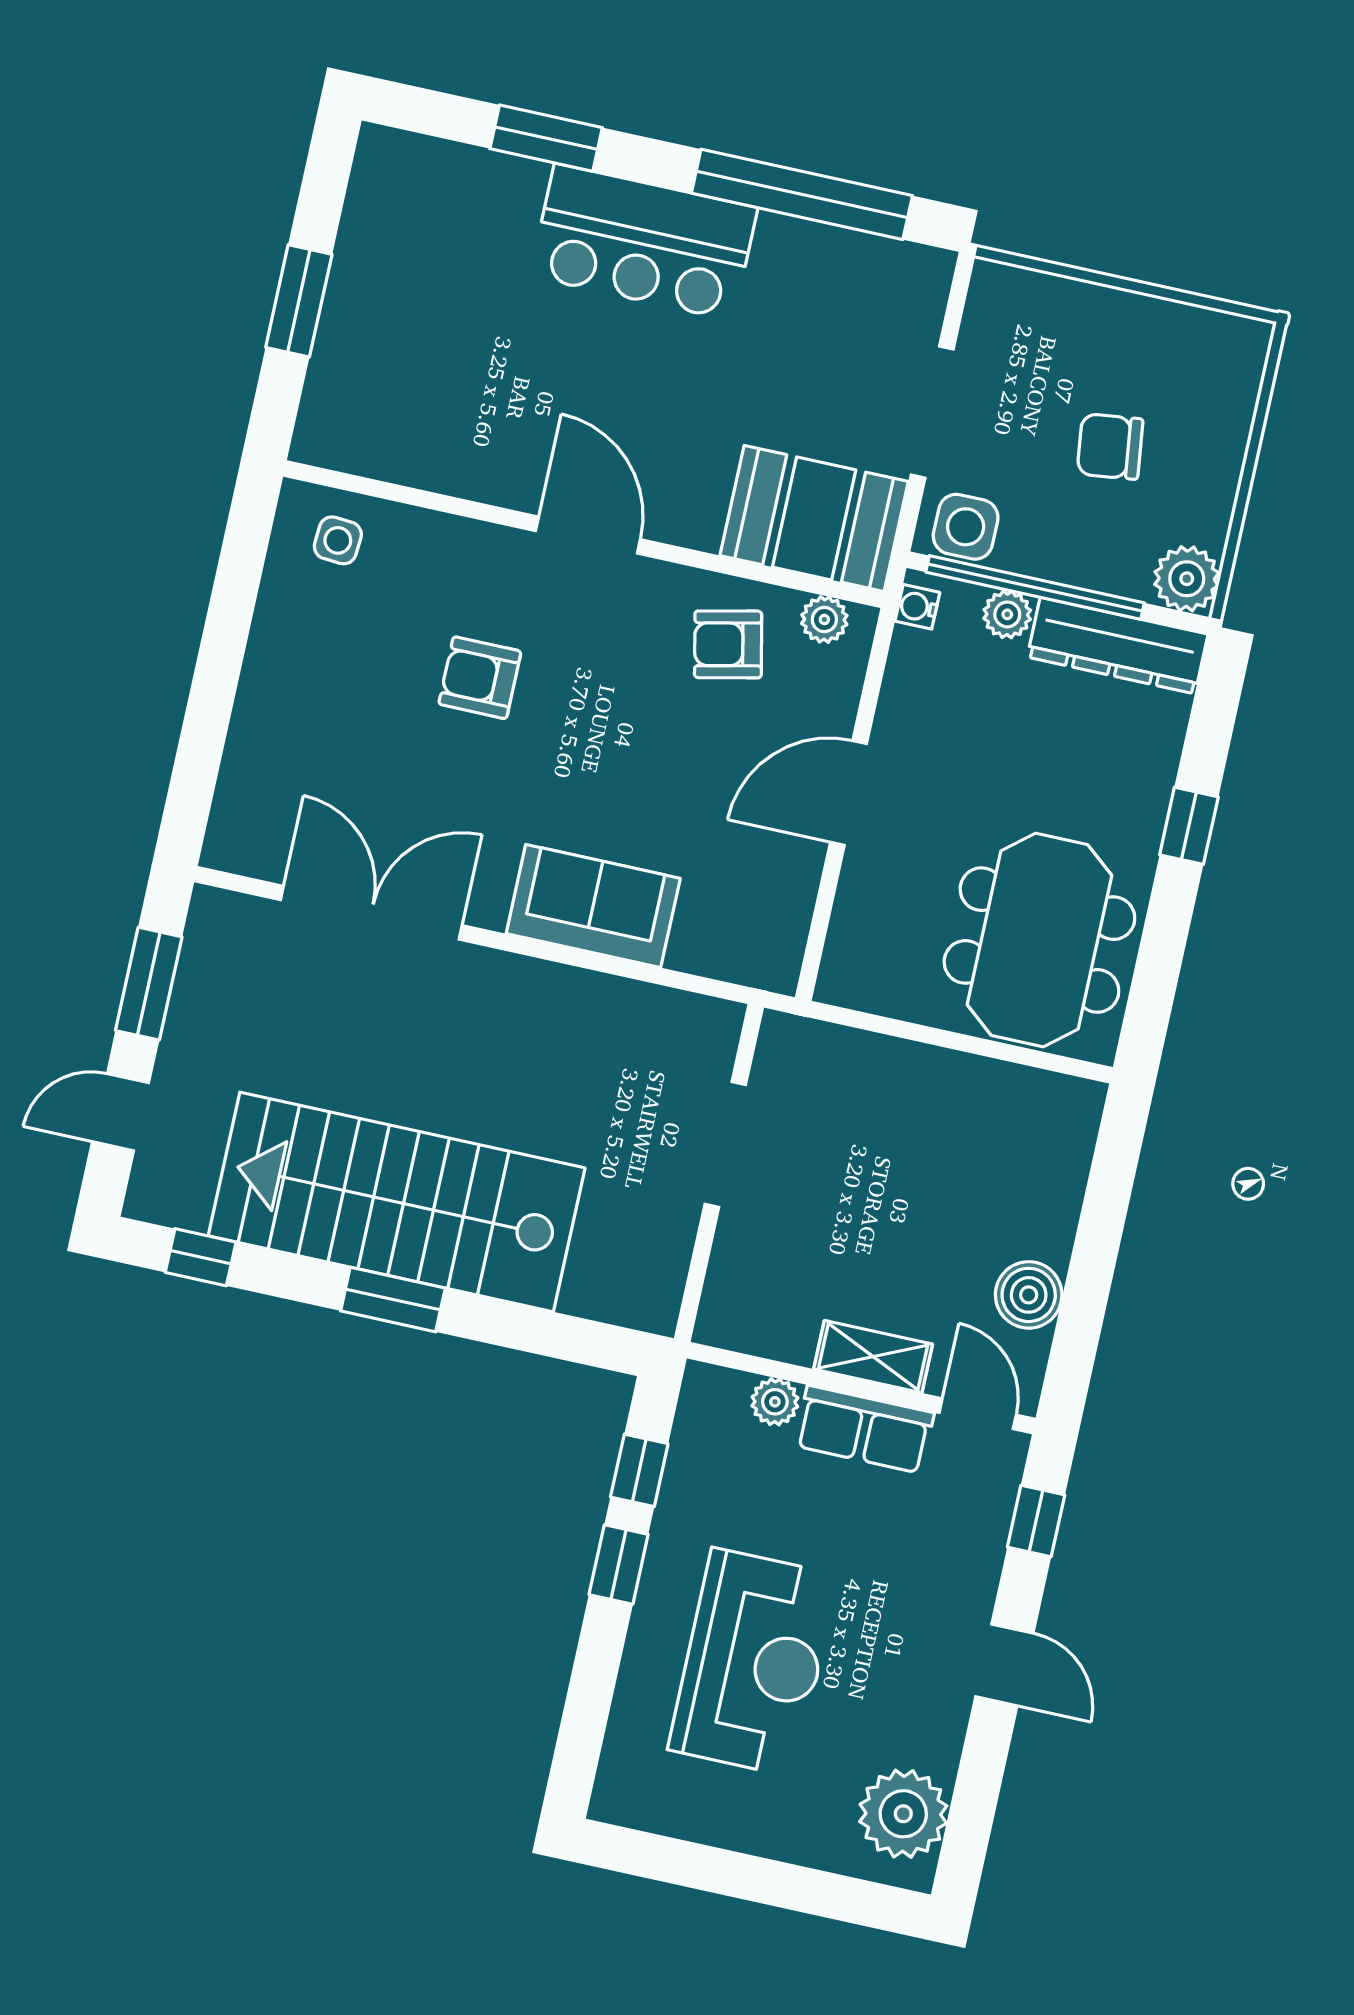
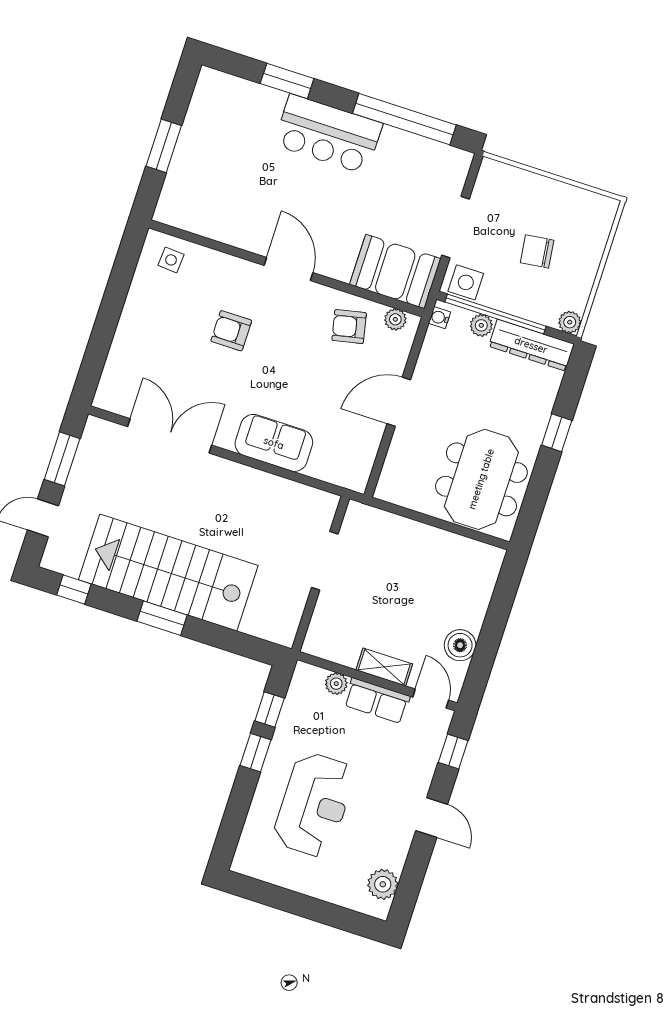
plant: (1187, 579) -> (570, 322), width x0.73, depth x0.73
plant: (903, 1814) -> (383, 884), width x0.73, depth x0.73

